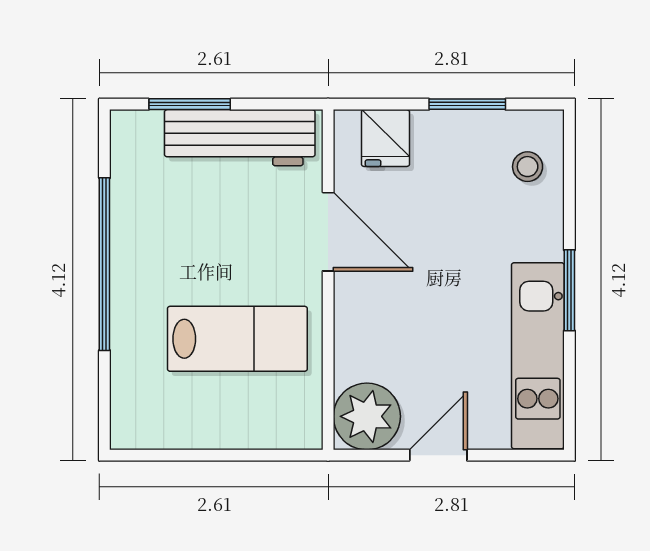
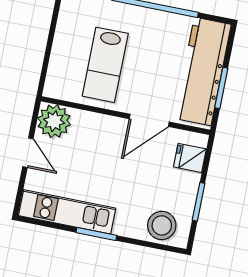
window: (190, 104) -> (221, 88), moved
workbench: (240, 138) -> (203, 71), width x1.36, depth x1.32
stool: (528, 167) -> (162, 225), width x1.89, depth x1.89

